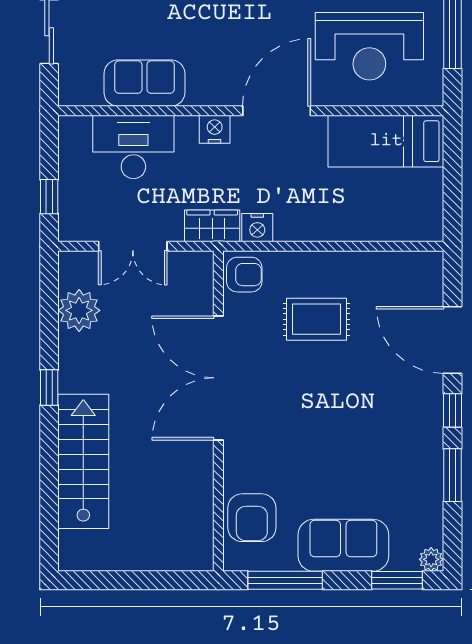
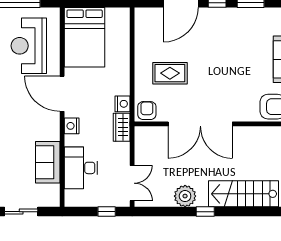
reception desk: (369, 46) -> (29, 46), turned 180
bed: (386, 141) -> (85, 37), width x1.50
double door: (133, 246) -> (132, 183), moved
plant: (79, 310) -> (185, 196), moved
rug: (316, 319) -> (170, 73), turned 90

